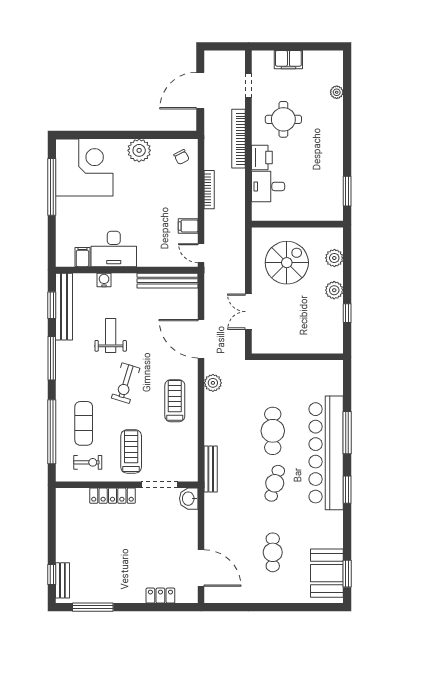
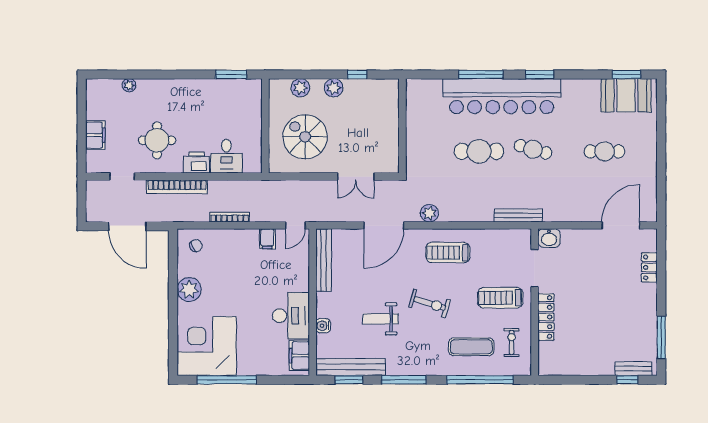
filing cabinet: (82, 257) -> (299, 356), width x2.00

